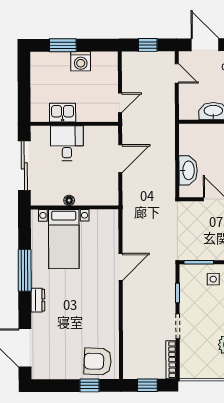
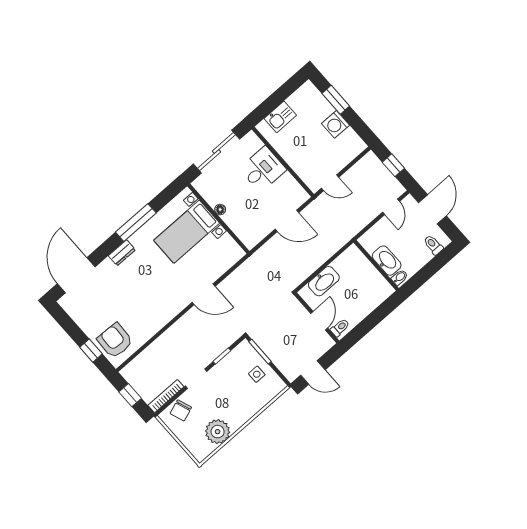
kitchen sink: (63, 113) -> (280, 117), moved, turned 90
chair: (191, 358) -> (181, 410), added

